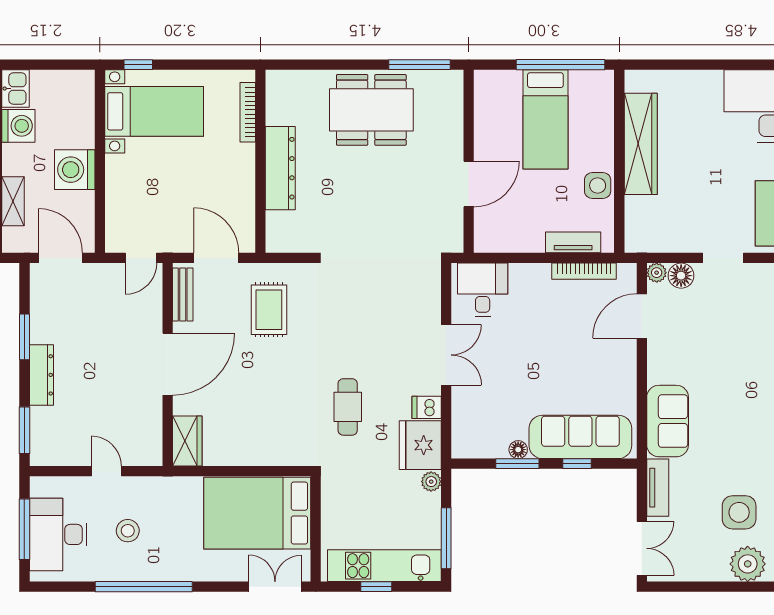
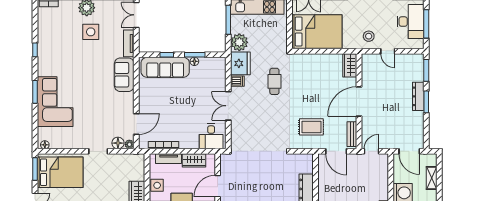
wardrobe: (519, 239) -> (194, 160), added
rug: (269, 310) -> (311, 127), turned 90
window: (24, 337) -> (426, 102), moved
plant: (431, 482) -> (239, 42), width x1.87, depth x1.87
stool: (128, 531) -> (369, 36), moved

